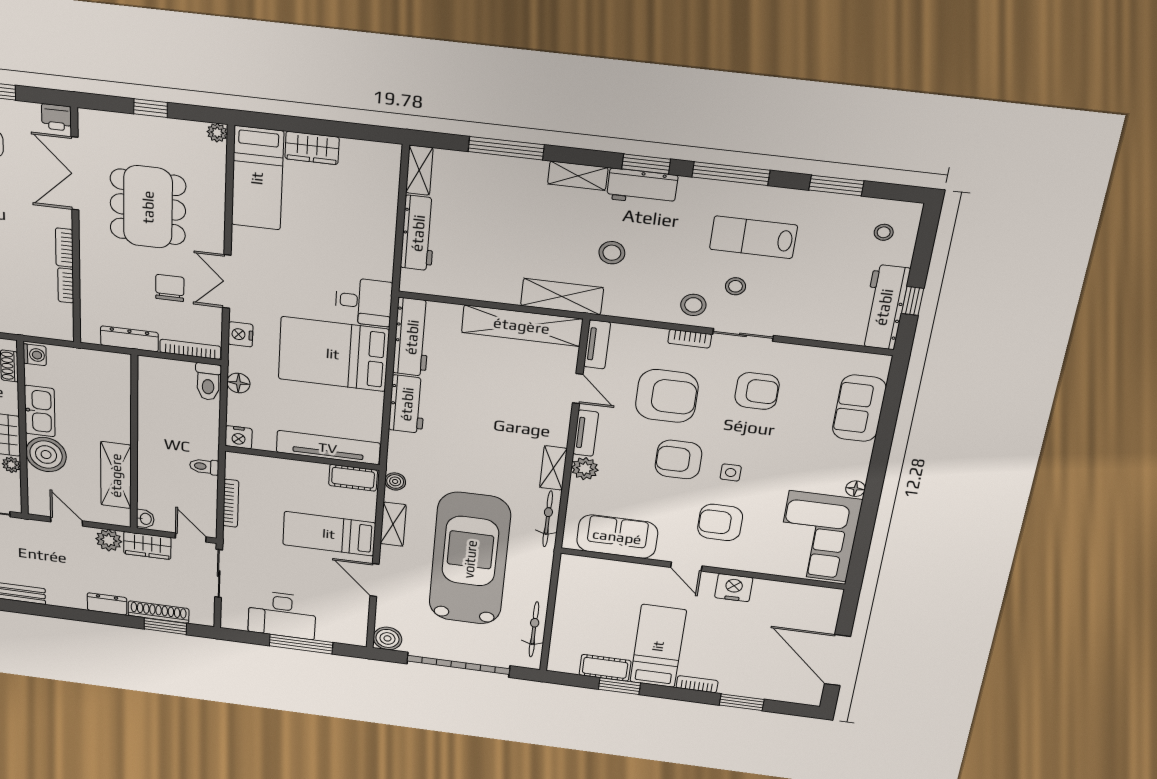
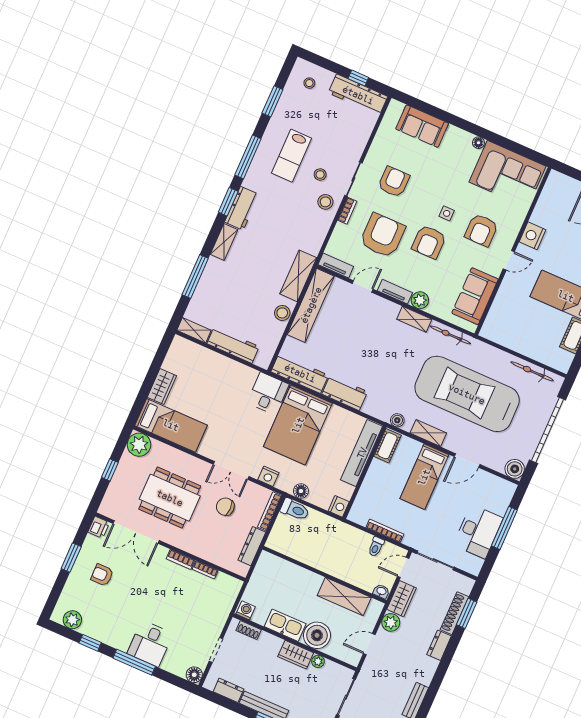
plant: (217, 133) -> (139, 445), width x1.87, depth x1.87
stool: (612, 253) -> (282, 313), moved
toilet: (204, 467) -> (376, 547), moved

